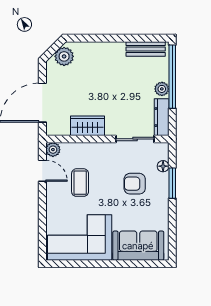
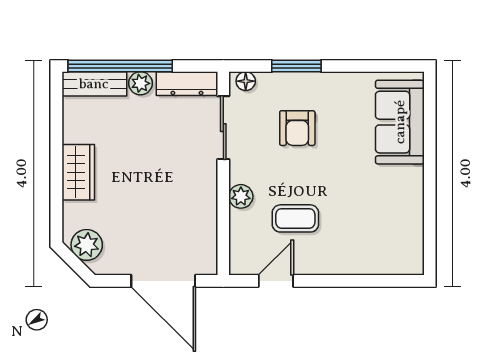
bench: (146, 49) -> (94, 84), moved, turned 90
wardrobe: (87, 126) -> (78, 172), moved, turned 180
plant: (53, 150) -> (241, 196), moved
floor lamp: (163, 166) -> (246, 81), moved
corner sofa: (80, 237) -> (386, 219), removed

